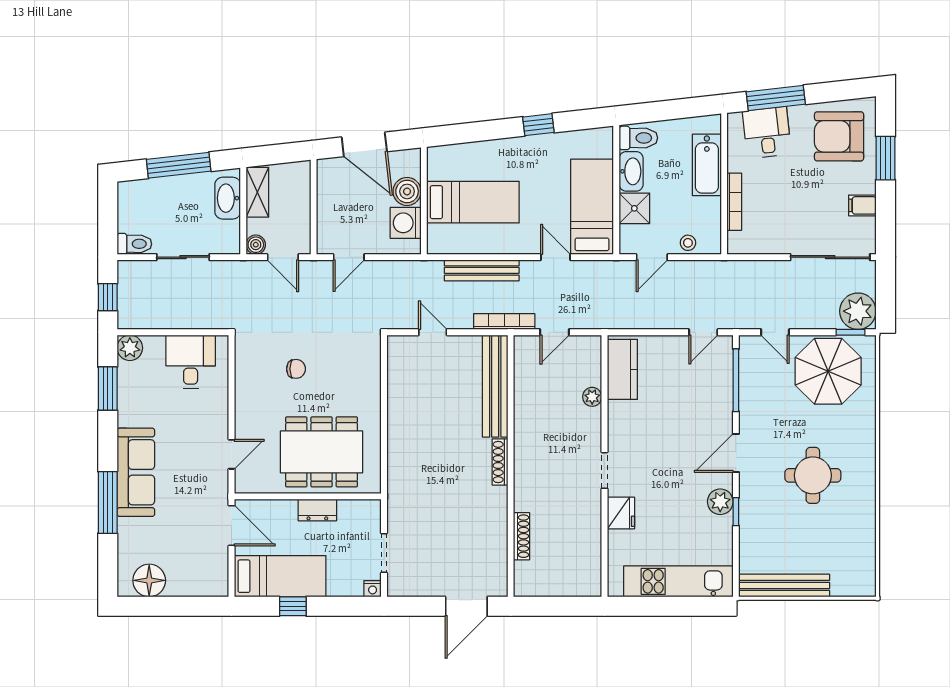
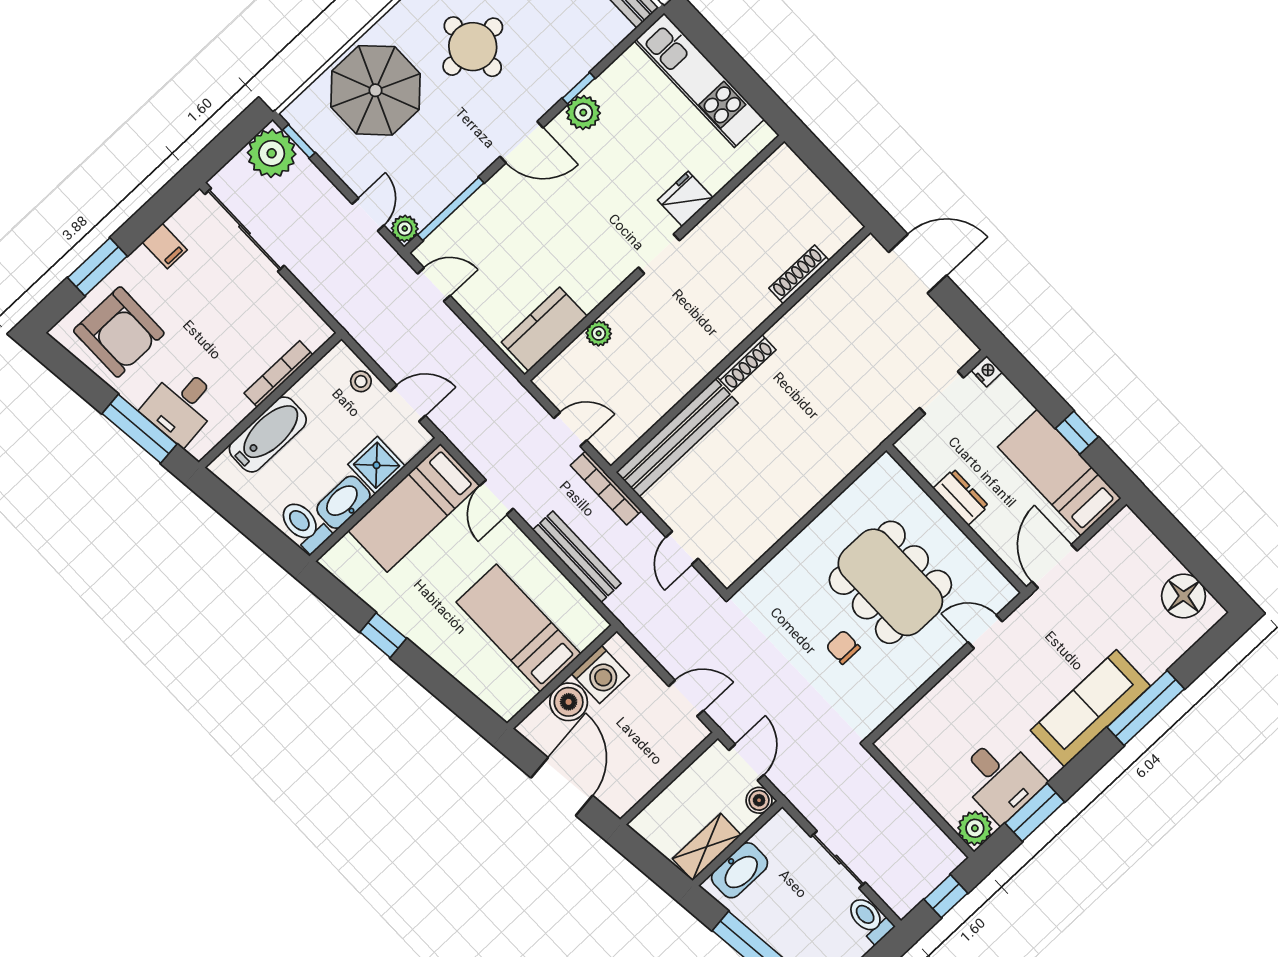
plant: (749, 345) -> (405, 229), added
desk: (191, 362) -> (1000, 779), moved, turned -90
parasol: (828, 371) -> (375, 90), moved
dining table: (322, 452) -> (890, 582), moved

